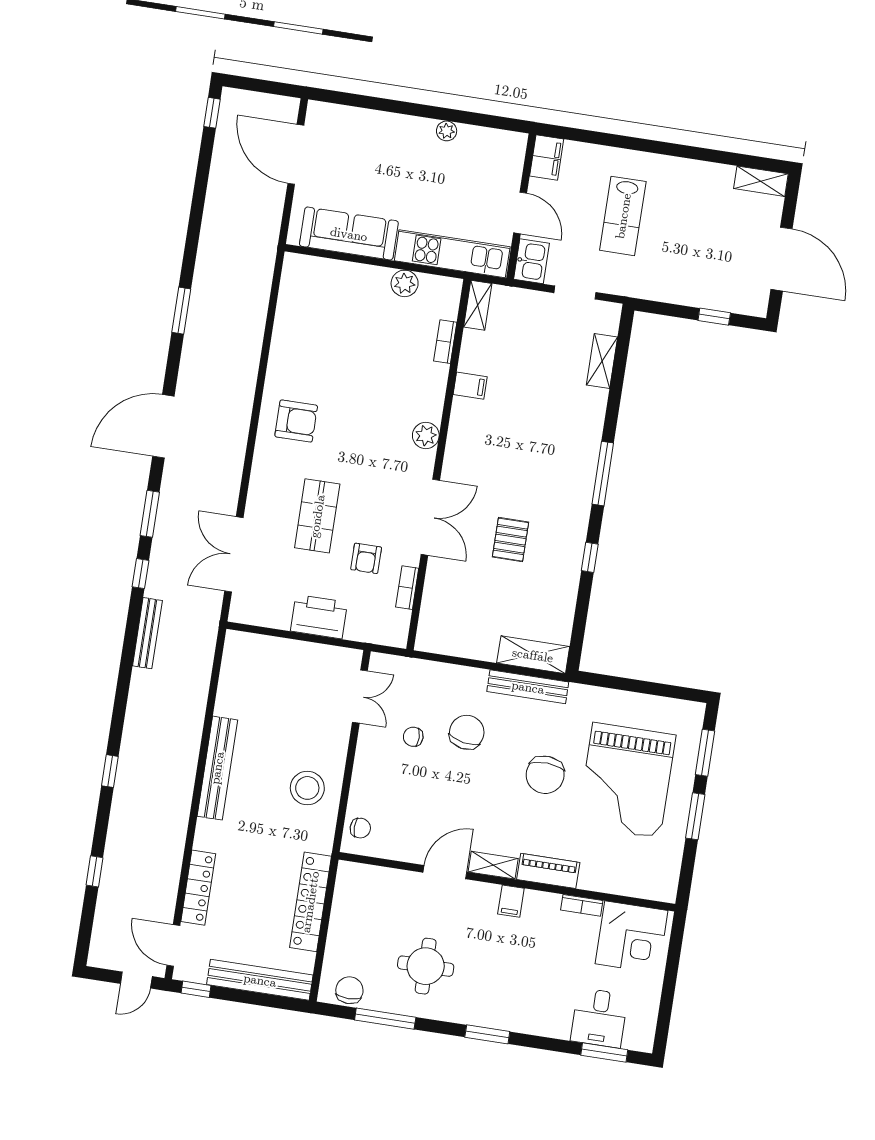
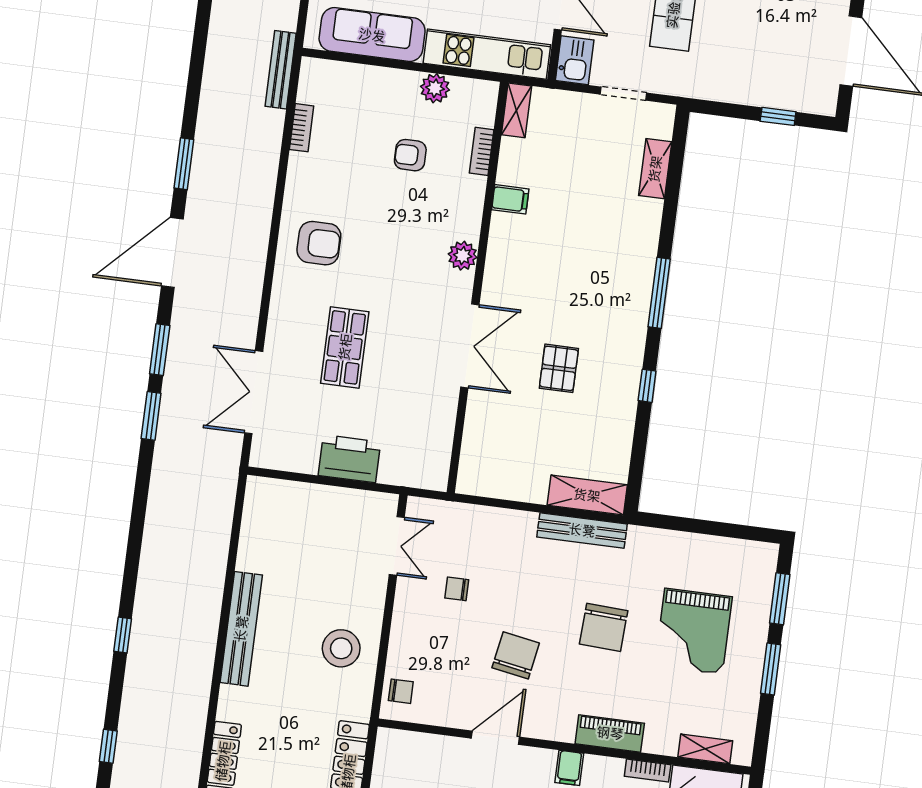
window: (181, 311) -> (184, 164), moved
armchair: (366, 558) -> (410, 155), moved, turned 90
window: (141, 574) -> (151, 416), width x1.50
bookcase: (407, 588) -> (302, 128), moved, turned 180
bench: (147, 633) -> (281, 70), moved
chair: (467, 732) -> (516, 655), moved
grand piano: (626, 780) -> (694, 631), width x0.73, depth x0.68
shelving: (493, 865) -> (705, 749), moved

